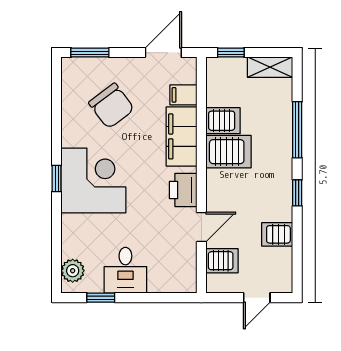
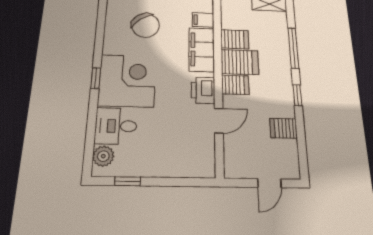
server rack: (222, 261) -> (235, 85), moved
desk: (125, 270) -> (116, 126), moved, turned 90

